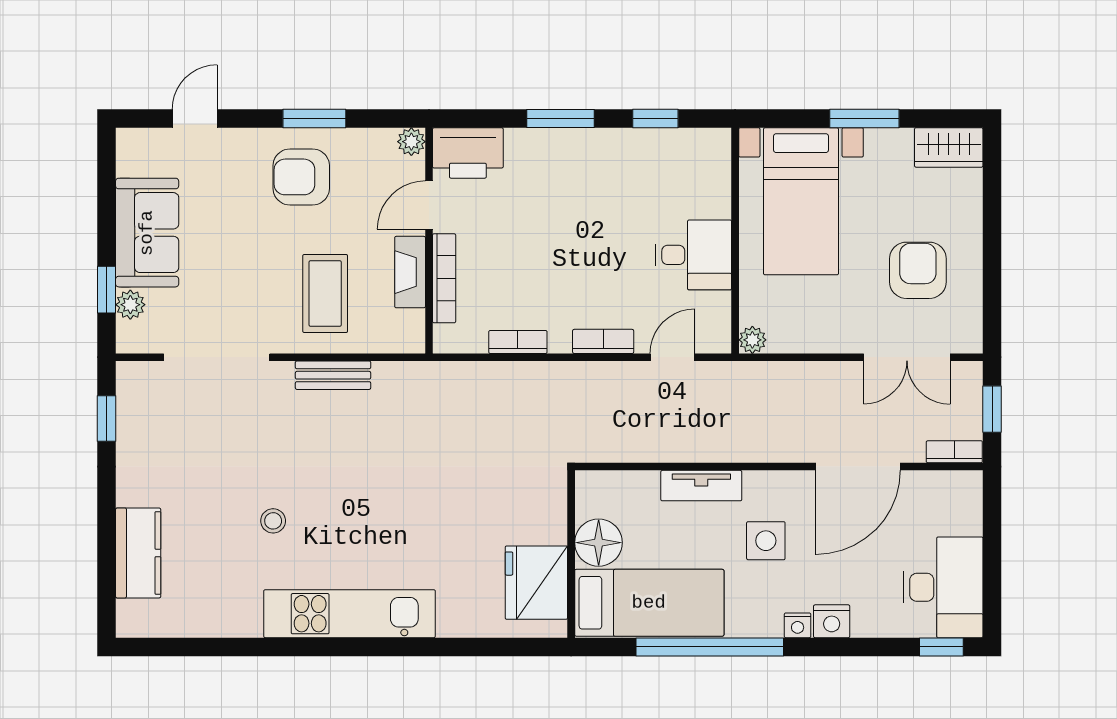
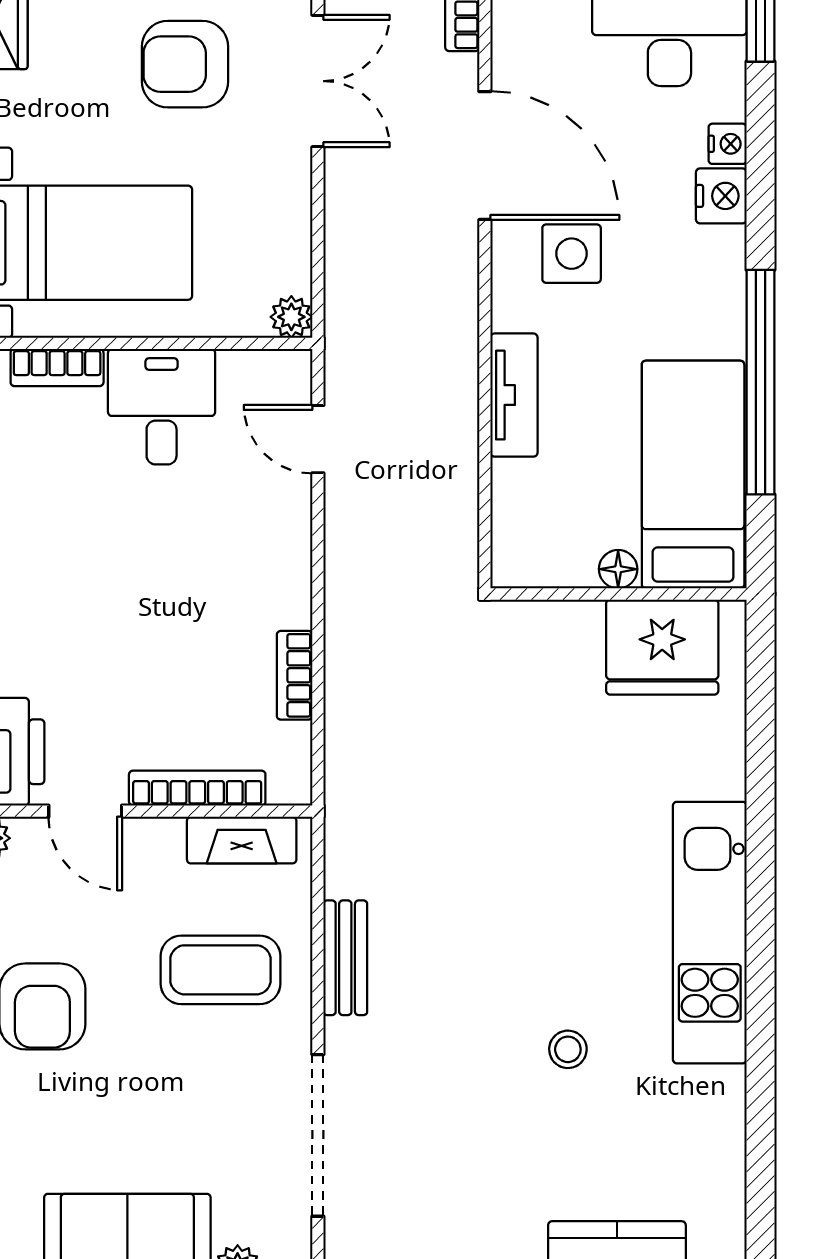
fireplace: (410, 272) -> (242, 840), moved
bookcase: (603, 341) -> (57, 368), moved, turned -90
side table: (766, 541) -> (572, 254), moved
floor lamp: (599, 543) -> (618, 569), width x0.53, depth x0.53
nightstand: (798, 625) -> (728, 144), moved

